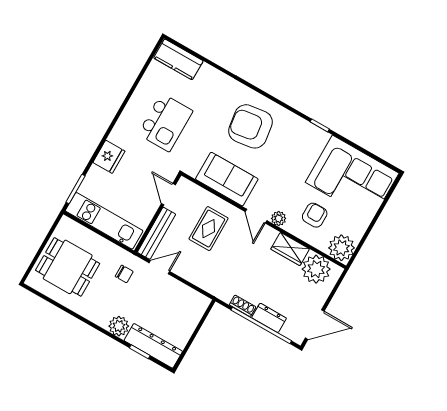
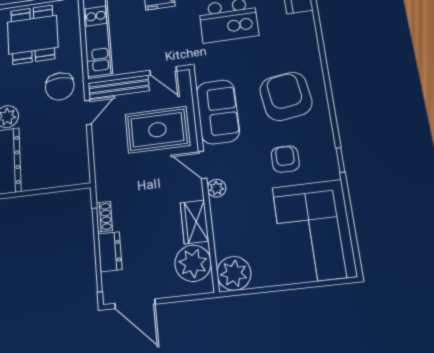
door: (168, 194) -> (163, 71), swing flipped
armchair: (315, 215) -> (285, 159), moved, turned -90
door: (256, 216) -> (203, 165), hinge flipped
rug: (209, 229) -> (157, 130), width x1.36, depth x1.43
door: (159, 267) -> (88, 112), hinge flipped
chair: (124, 274) -> (60, 86), width x1.87, depth x1.87

